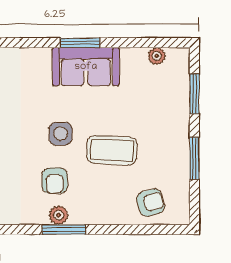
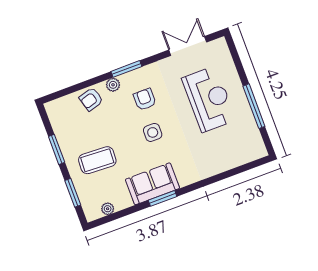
coffee table: (112, 150) -> (97, 160), moved
armchair: (151, 203) -> (91, 99), moved
plant: (59, 215) -> (113, 85), moved

